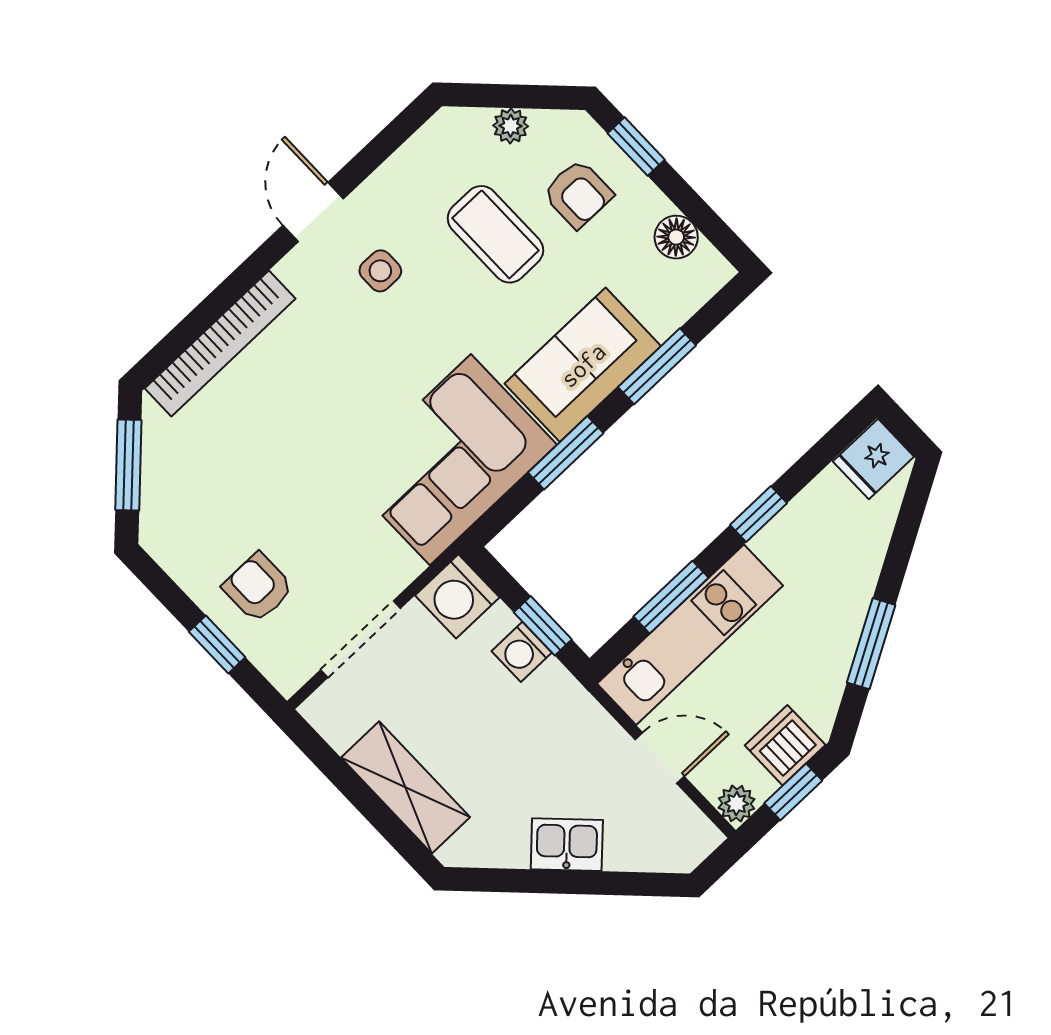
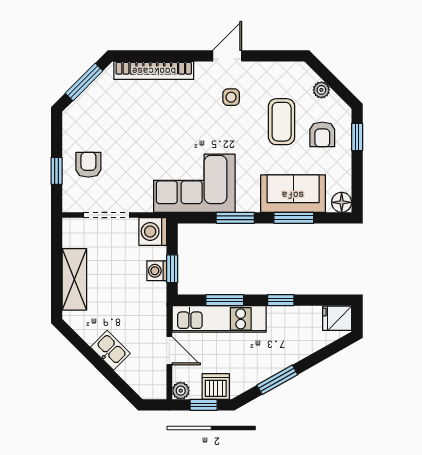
floor lamp: (676, 237) -> (342, 202), moved
sofa: (583, 365) -> (293, 194), moved

